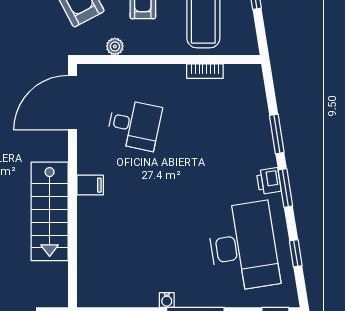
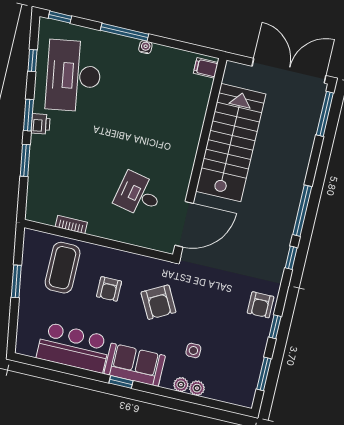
plant: (115, 46) -> (139, 262), removed
filing cabinet: (90, 185) -> (206, 68), moved
stairs: (50, 211) -> (231, 143), width x1.36, depth x1.51

